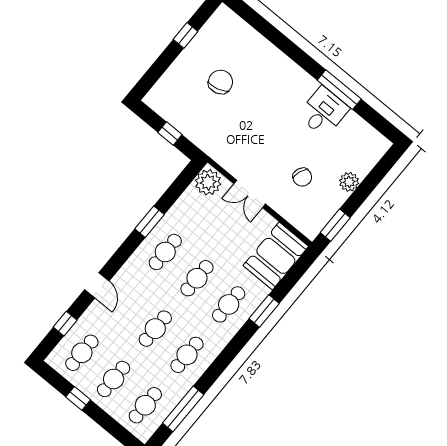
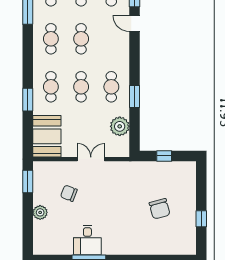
plant: (208, 182) -> (120, 126), moved
door: (97, 285) -> (134, 23), moved

